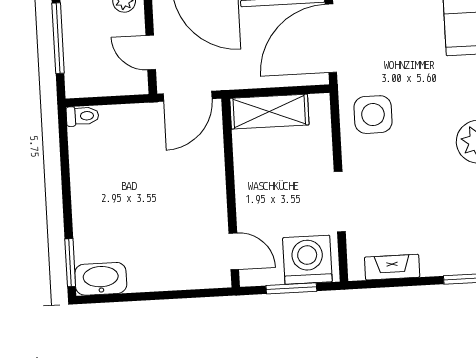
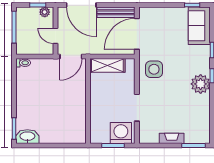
door: (234, 251) -> (88, 127), removed
fireplace: (392, 267) -> (172, 138), moved

